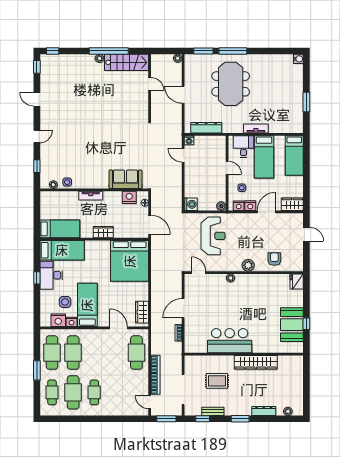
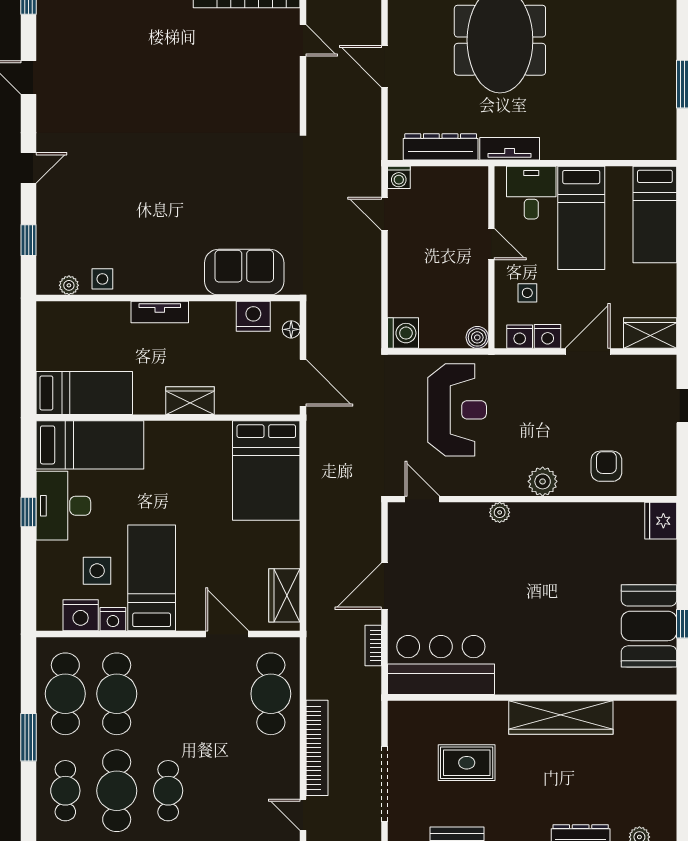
tv unit: (256, 129) -> (510, 149), moved
bed: (130, 261) -> (266, 471), width x0.73
bar counter: (230, 341) -> (441, 665), moved

